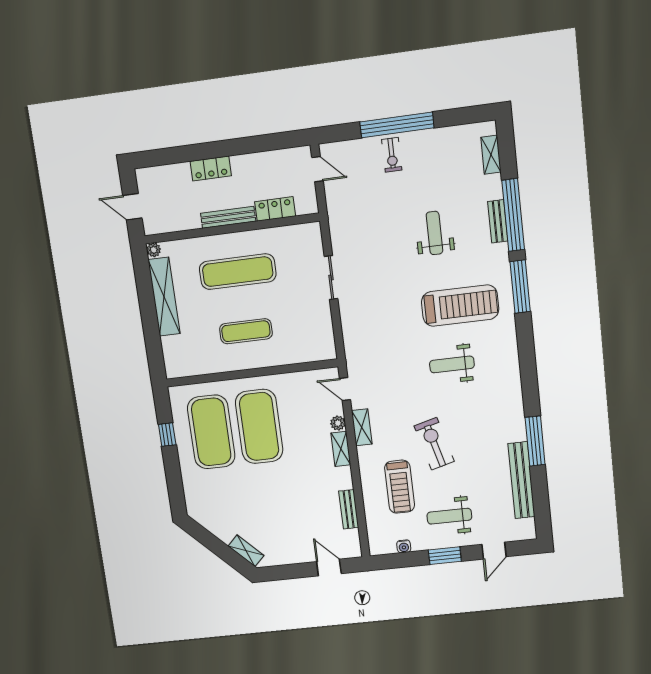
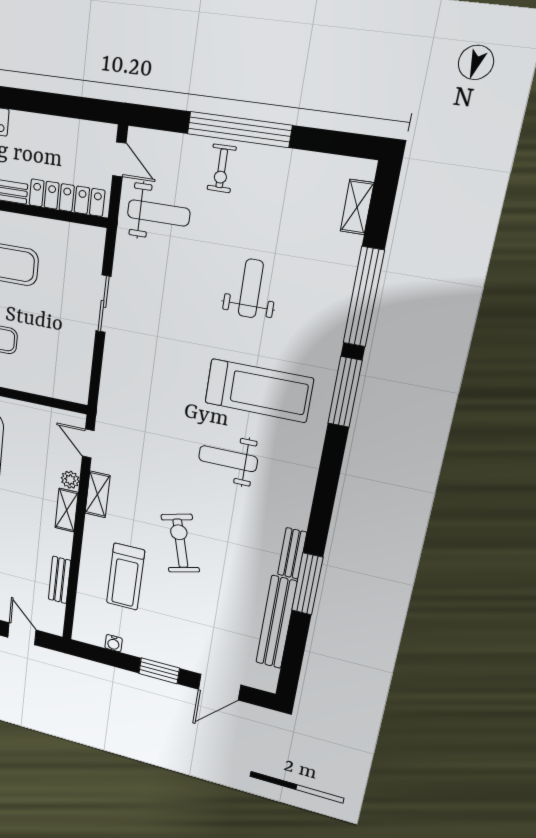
locker: (275, 209) -> (67, 198), width x1.53
bench: (498, 221) -> (292, 553), moved
weight bench: (449, 516) -> (159, 213), moved, turned 180
door: (494, 551) -> (219, 687), width x1.38

